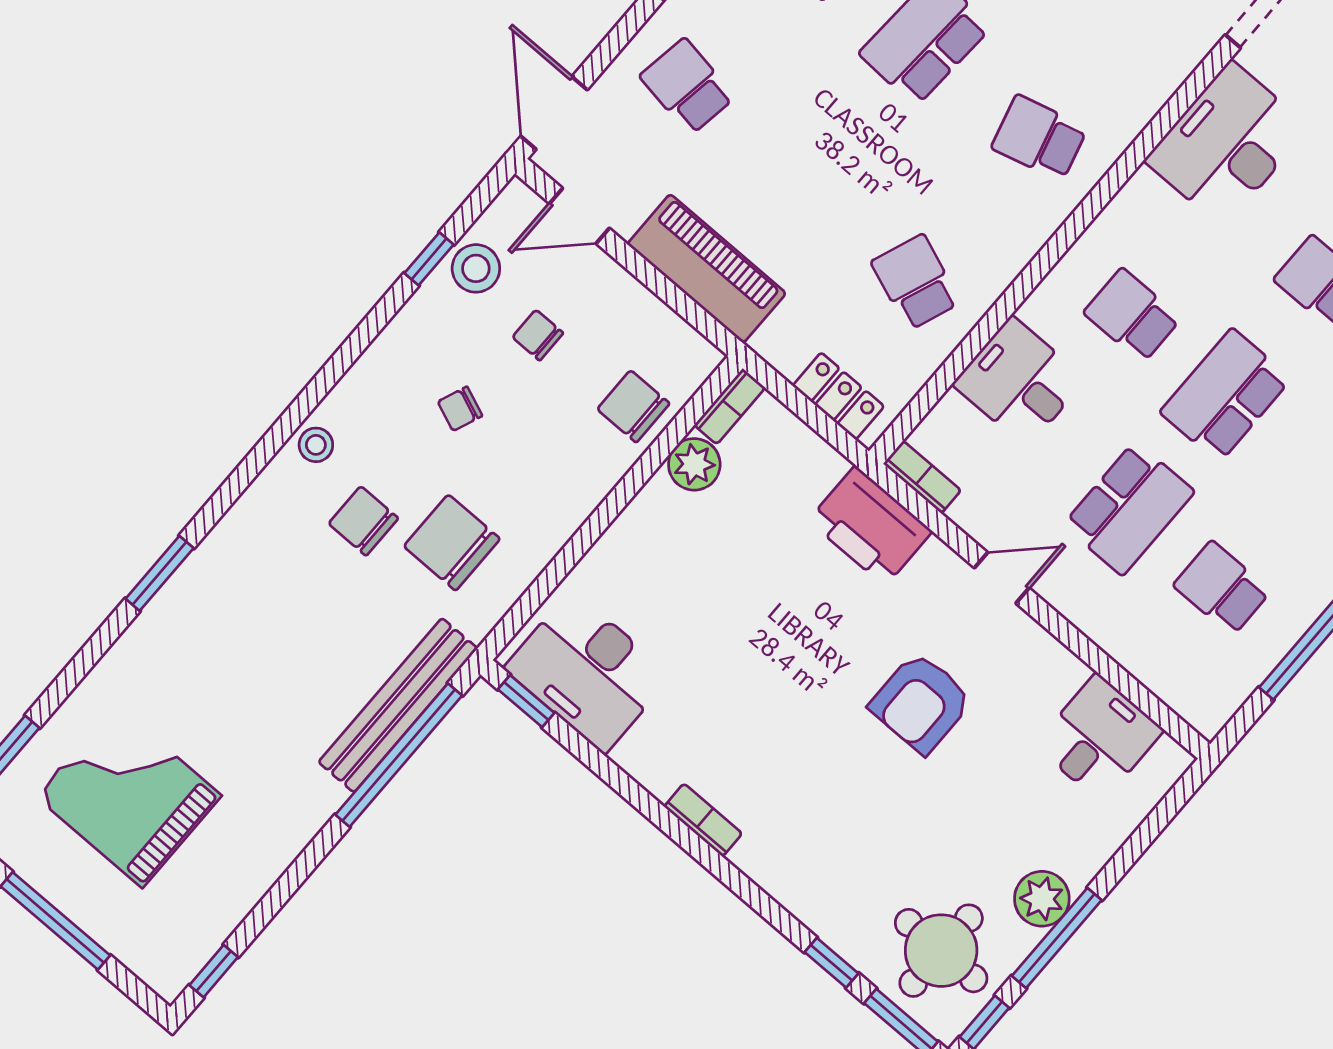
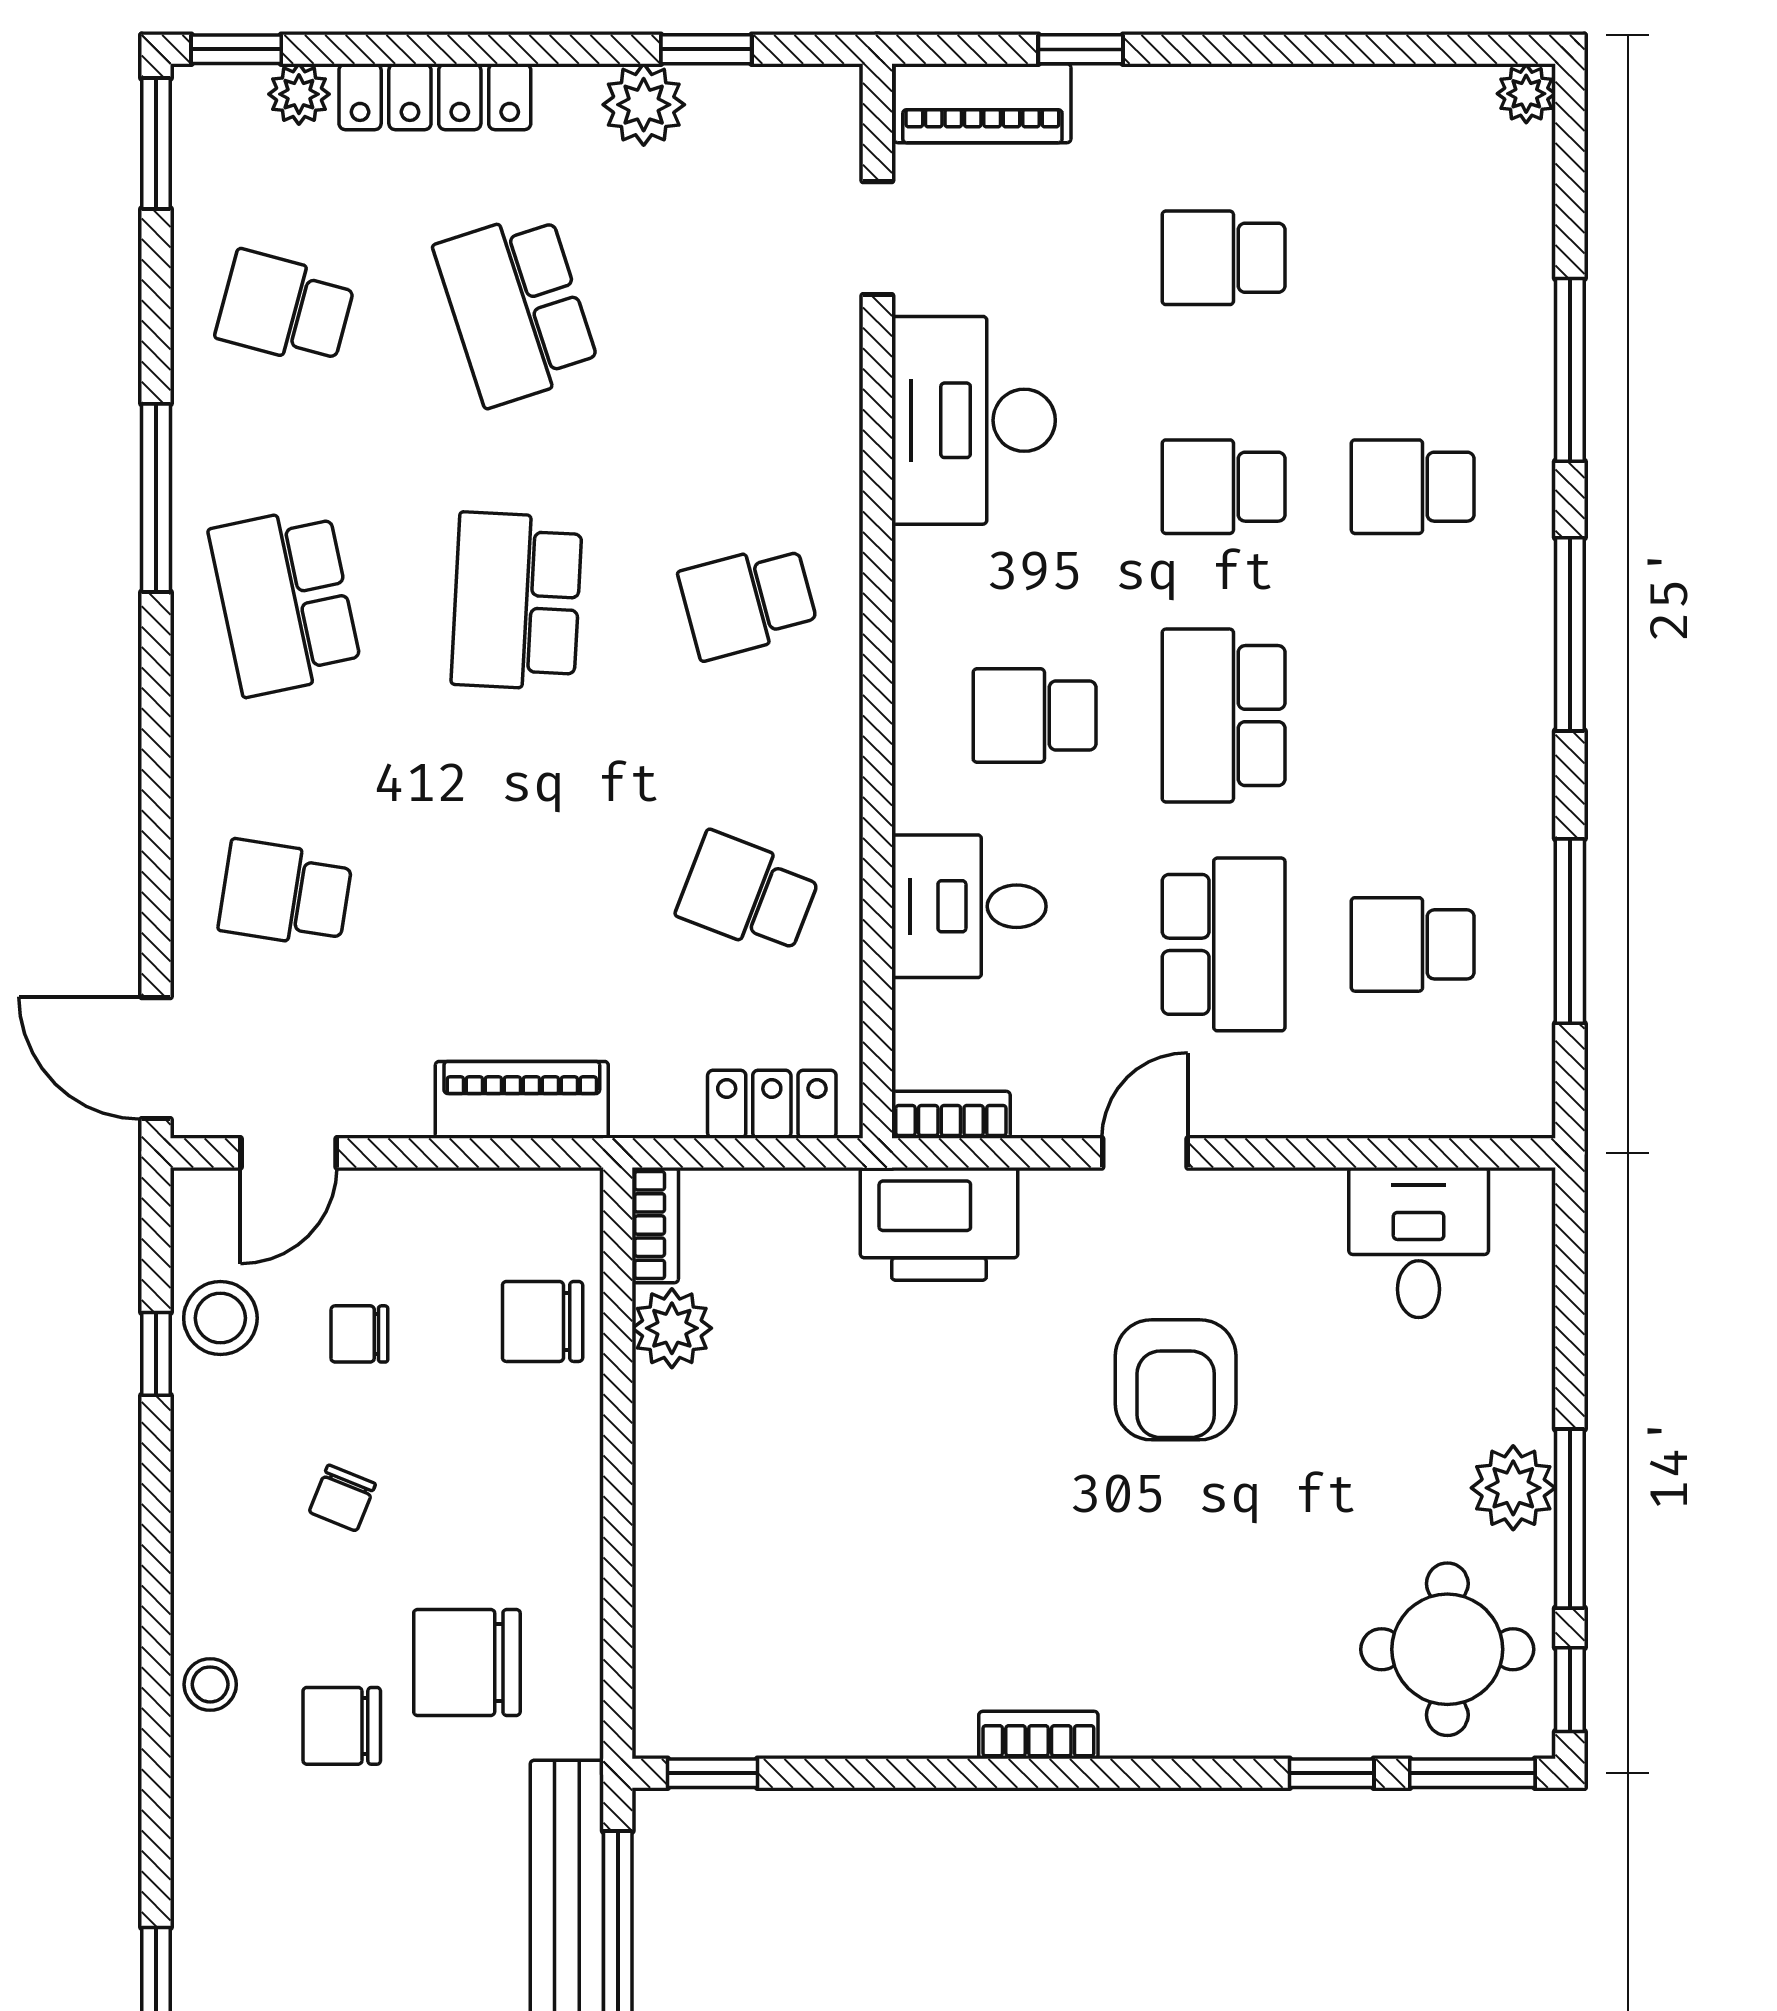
piano: (707, 269) -> (522, 1100), width x0.73, depth x0.75
desk: (588, 672) -> (755, 1677), removed

